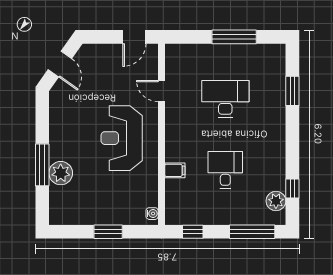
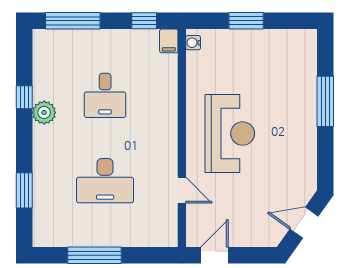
door: (60, 64) -> (304, 223), hinge flipped
filing cabinet: (175, 170) -> (169, 41), moved, turned -90
plant: (61, 173) -> (303, 91), removed
window: (292, 189) -> (24, 97), moved
plant: (276, 201) -> (44, 113), moved

